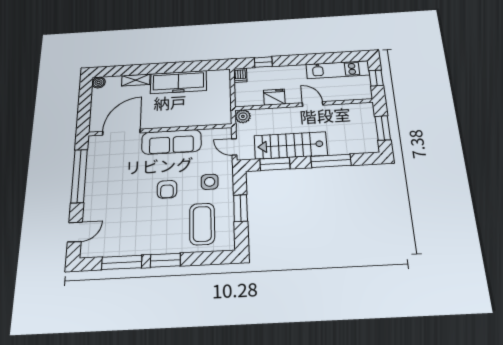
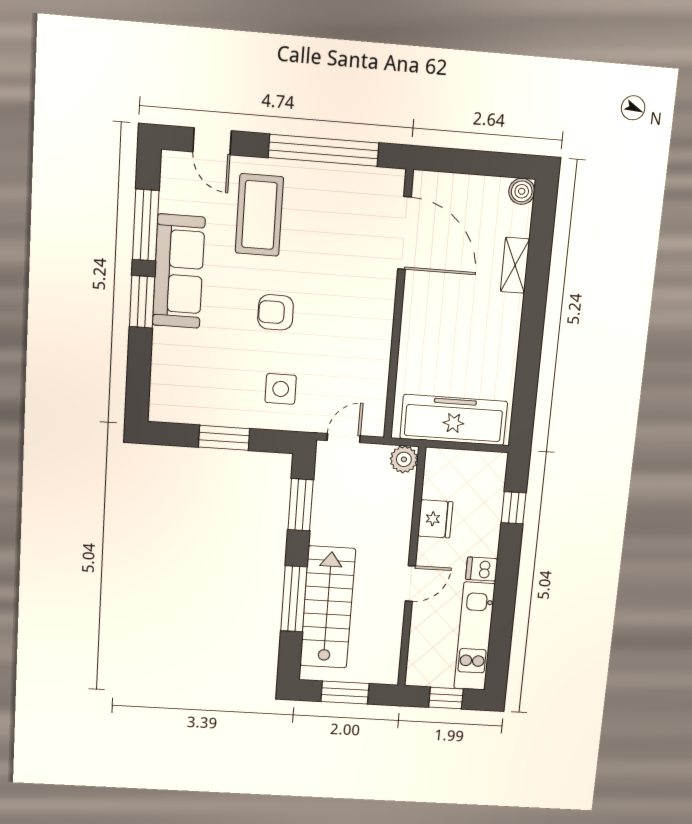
dishwasher: (240, 75) -> (482, 569), moved
freezer: (178, 82) -> (454, 420), moved, turned 90
sofa: (171, 142) -> (179, 271), moved, turned 180
stairs: (291, 145) -> (328, 607), moved
coffee table: (202, 224) -> (259, 215), moved, turned 90

